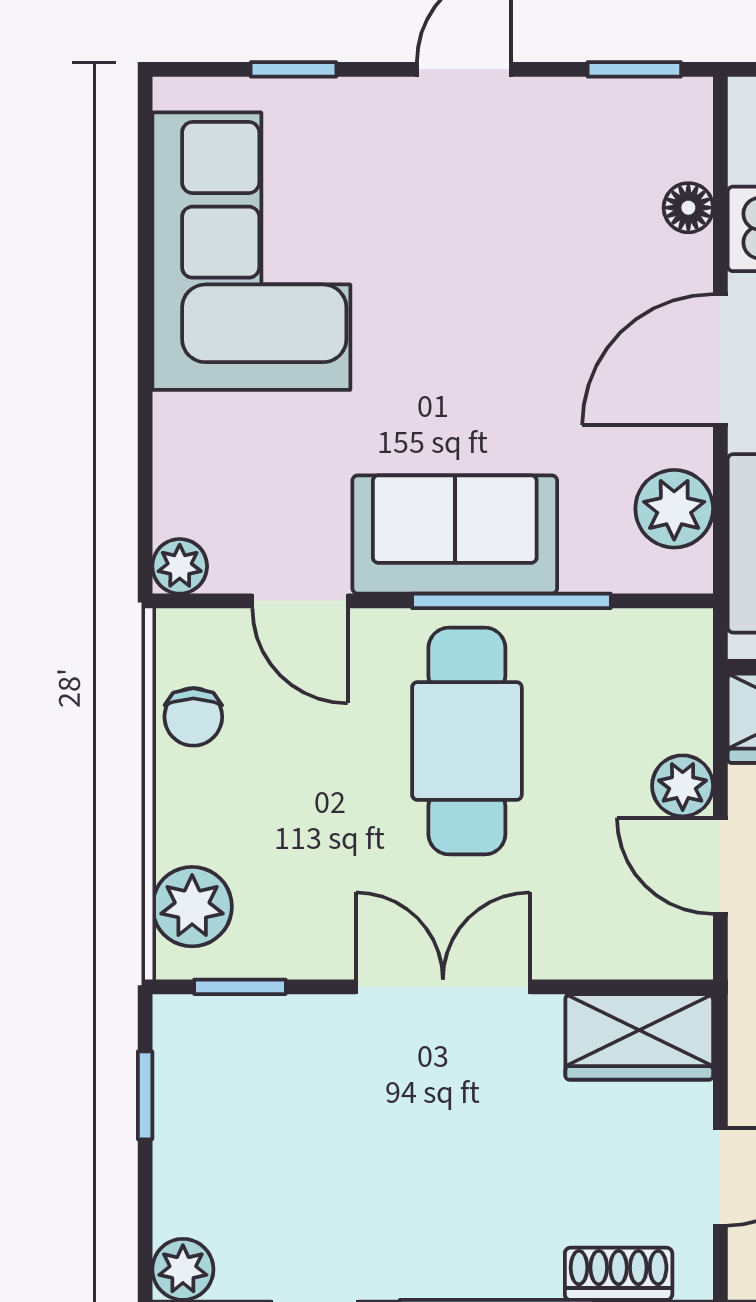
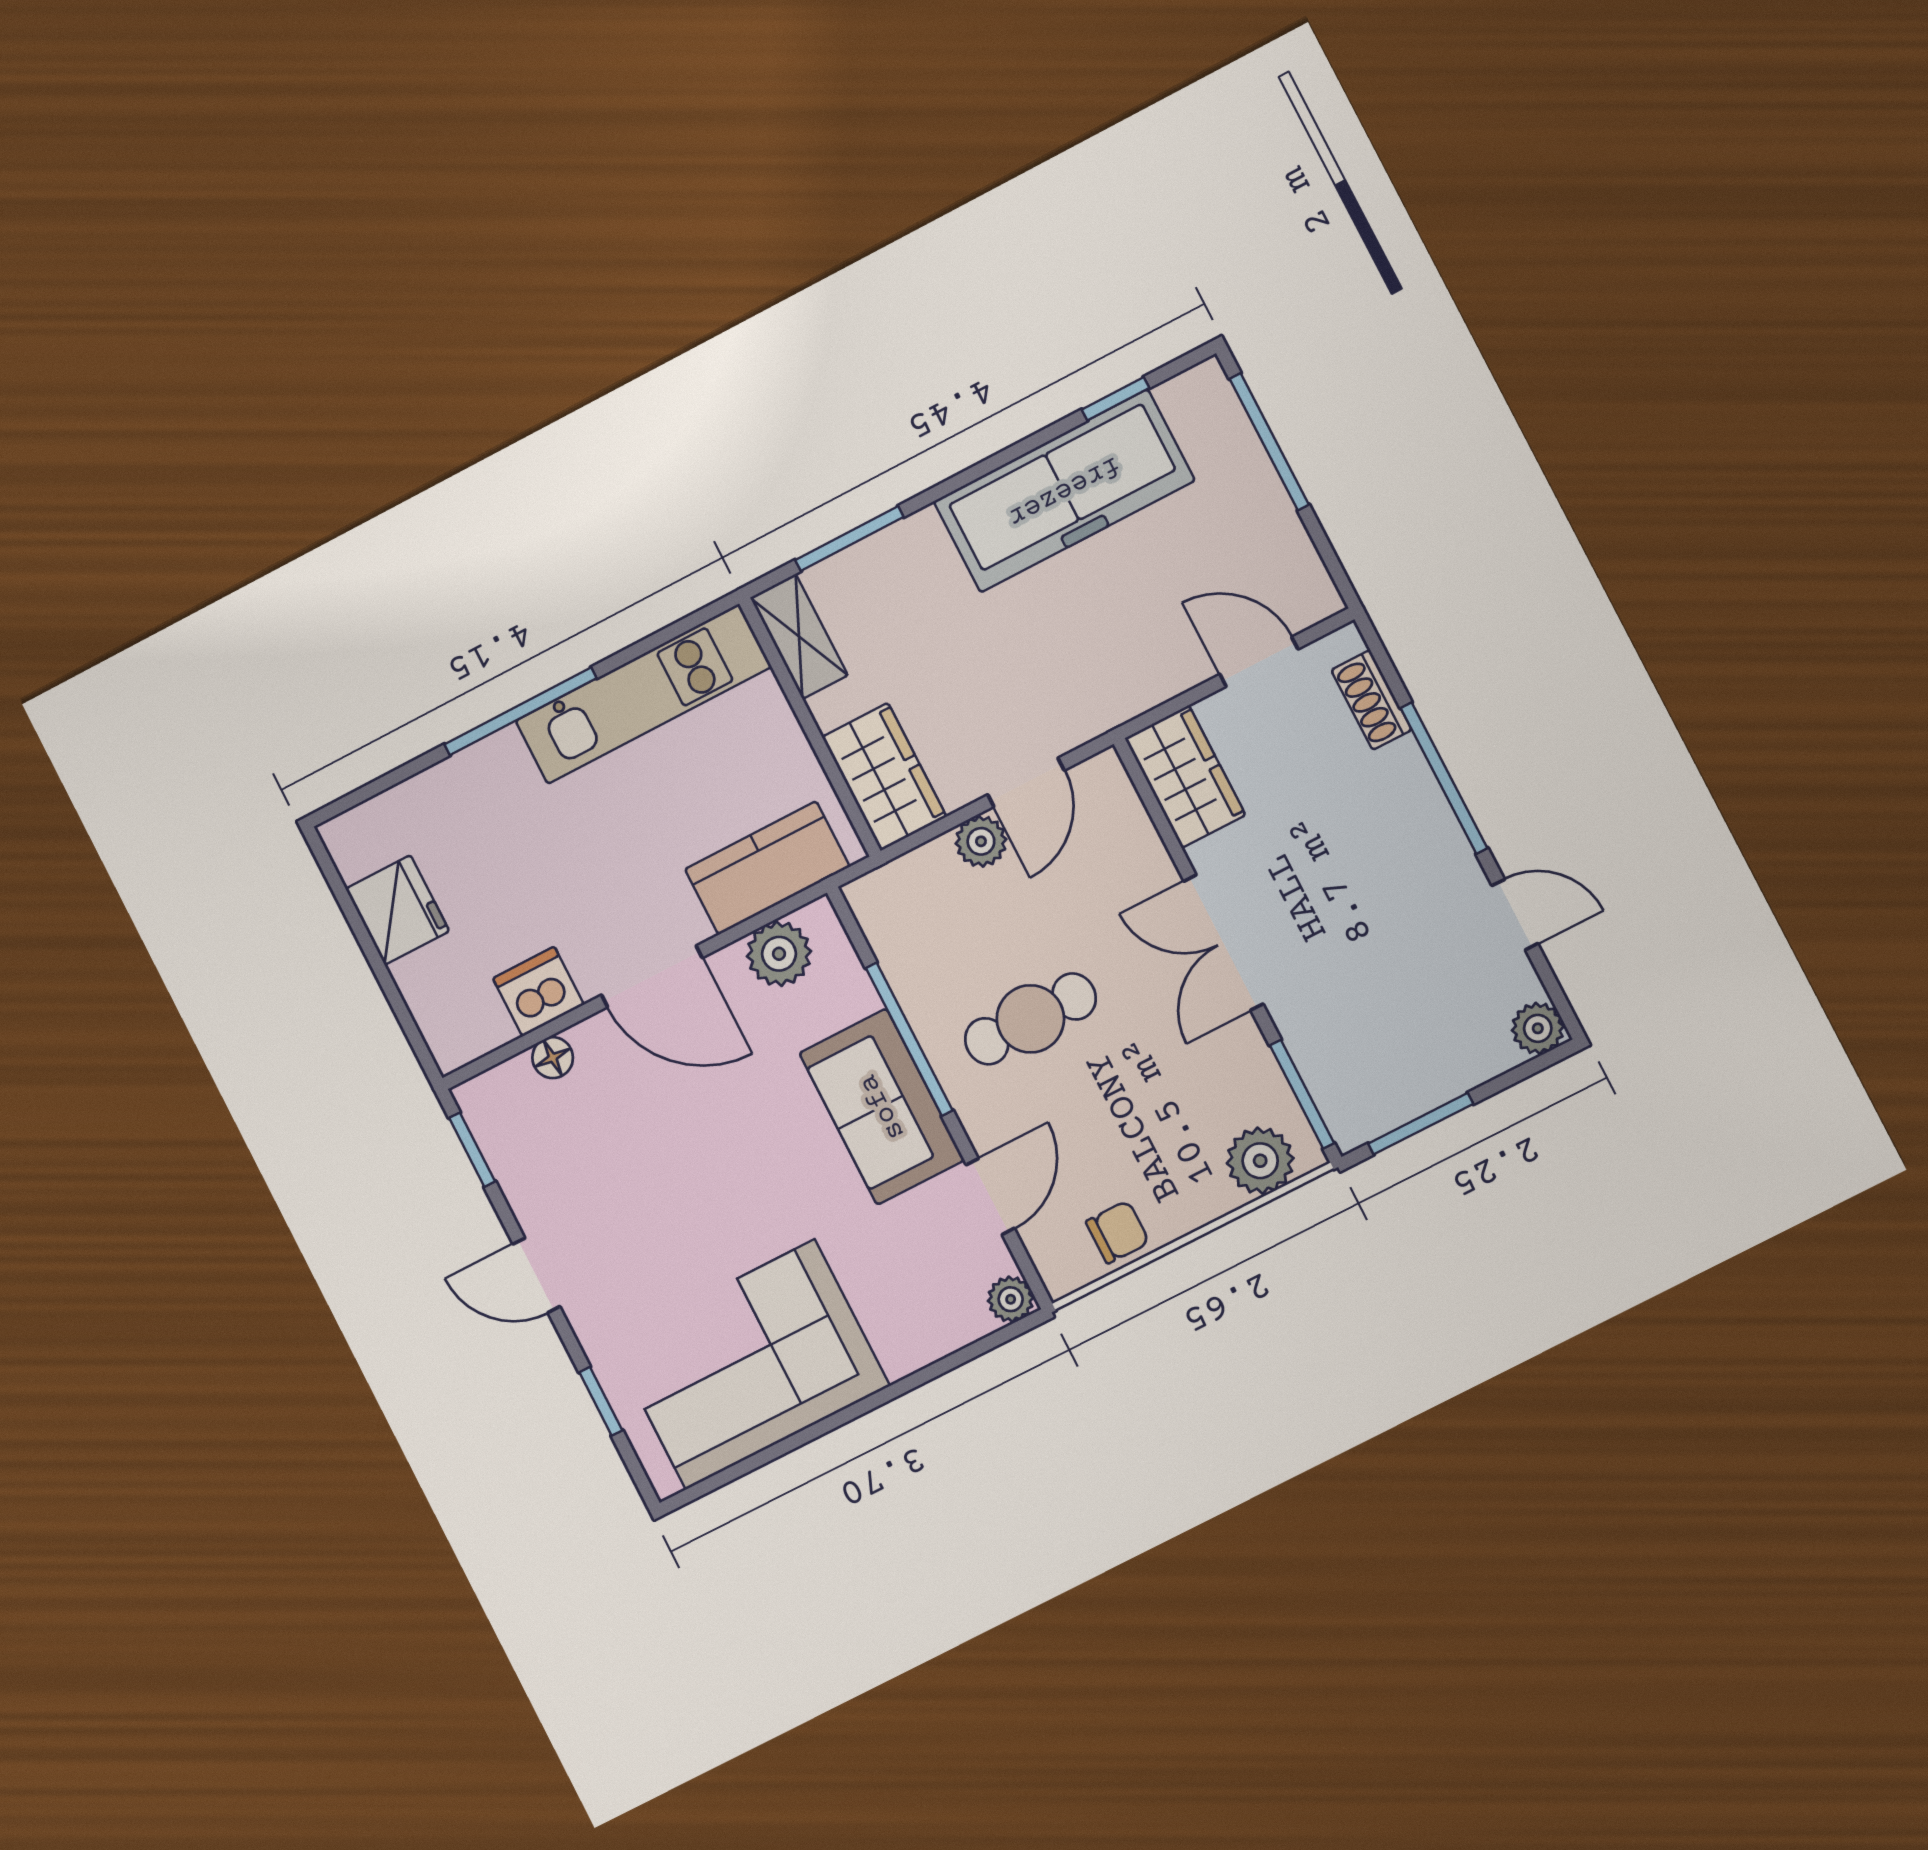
cafe table: (467, 741) -> (1030, 1019), width x0.73, depth x0.74
window: (240, 987) -> (1302, 1094), width x1.50
window: (145, 1095) -> (1421, 1124), width x1.50

